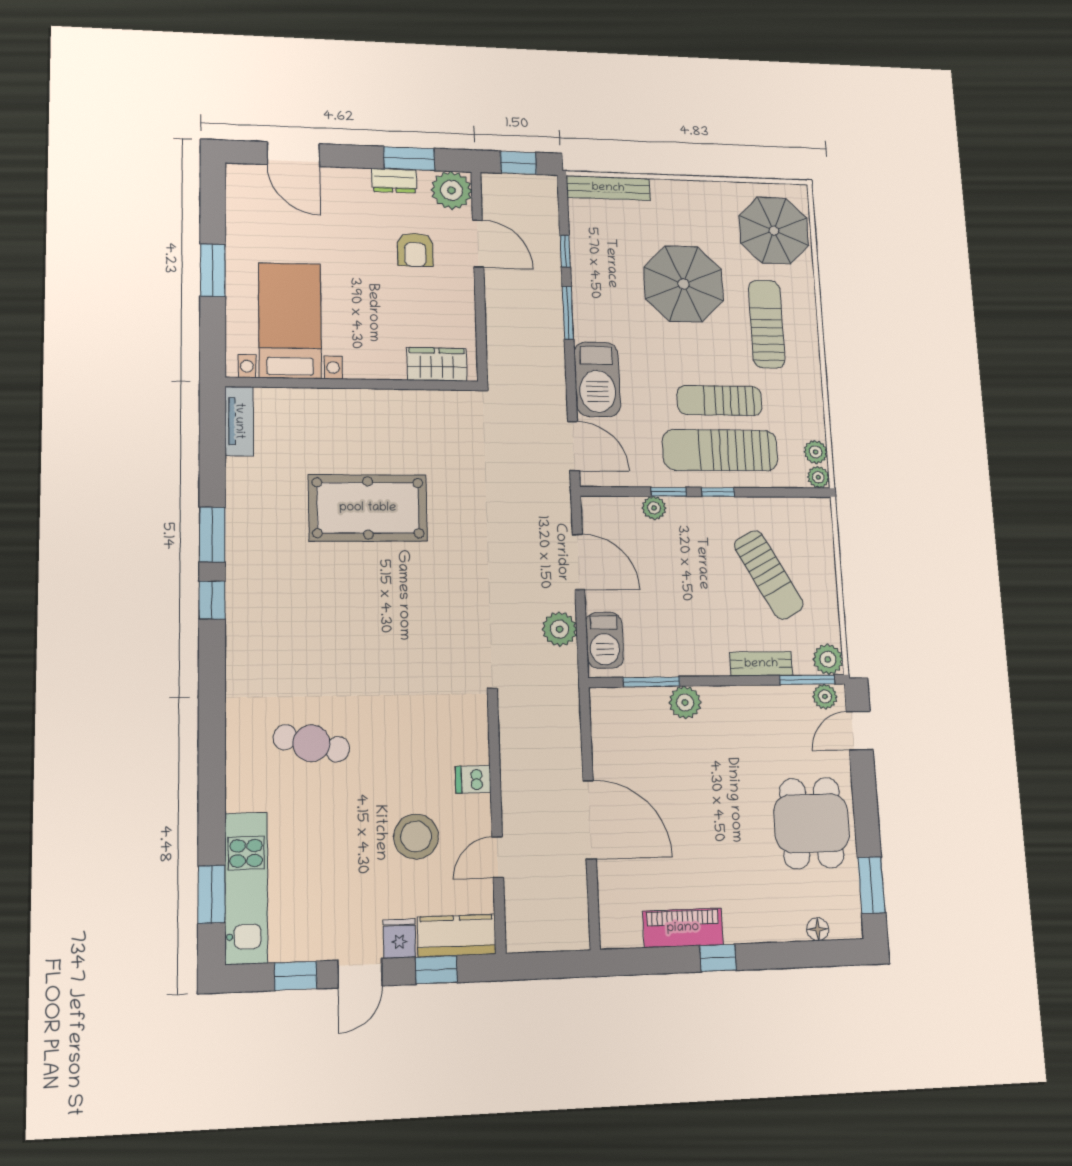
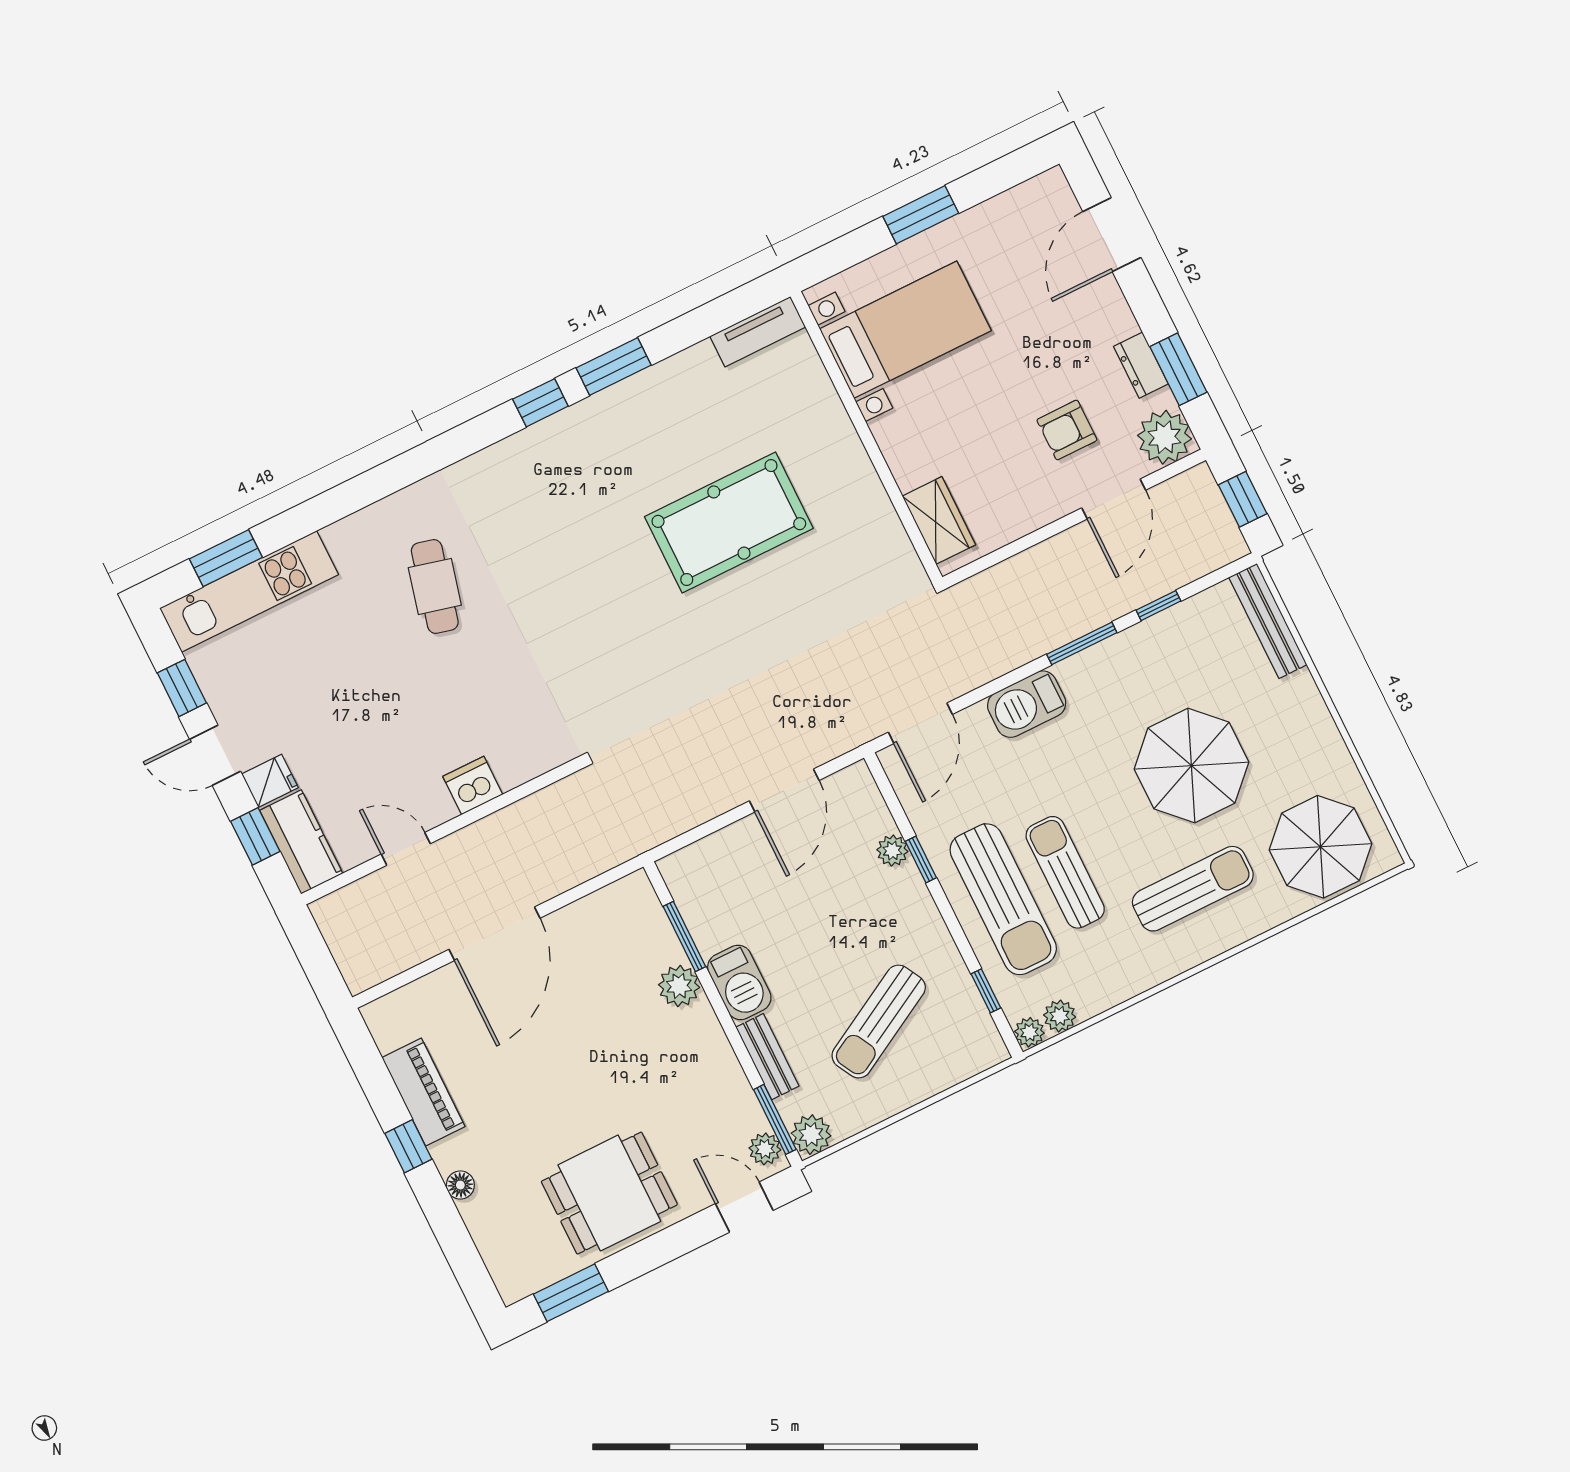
barbecue: (597, 379) -> (1027, 704), width x0.73, depth x0.83
sun lounger: (720, 450) -> (1003, 899), turned 180
window: (718, 492) -> (986, 991), moved
pool table: (368, 508) -> (729, 523), turned 90
plant: (560, 629) -> (695, 804), removed
barbecue: (604, 640) -> (739, 982), moved, turned -90
dishwasher: (473, 779) -> (473, 785), width x1.38
stool: (416, 837) -> (387, 748), removed
floor lamp: (818, 929) -> (460, 1185), moved

